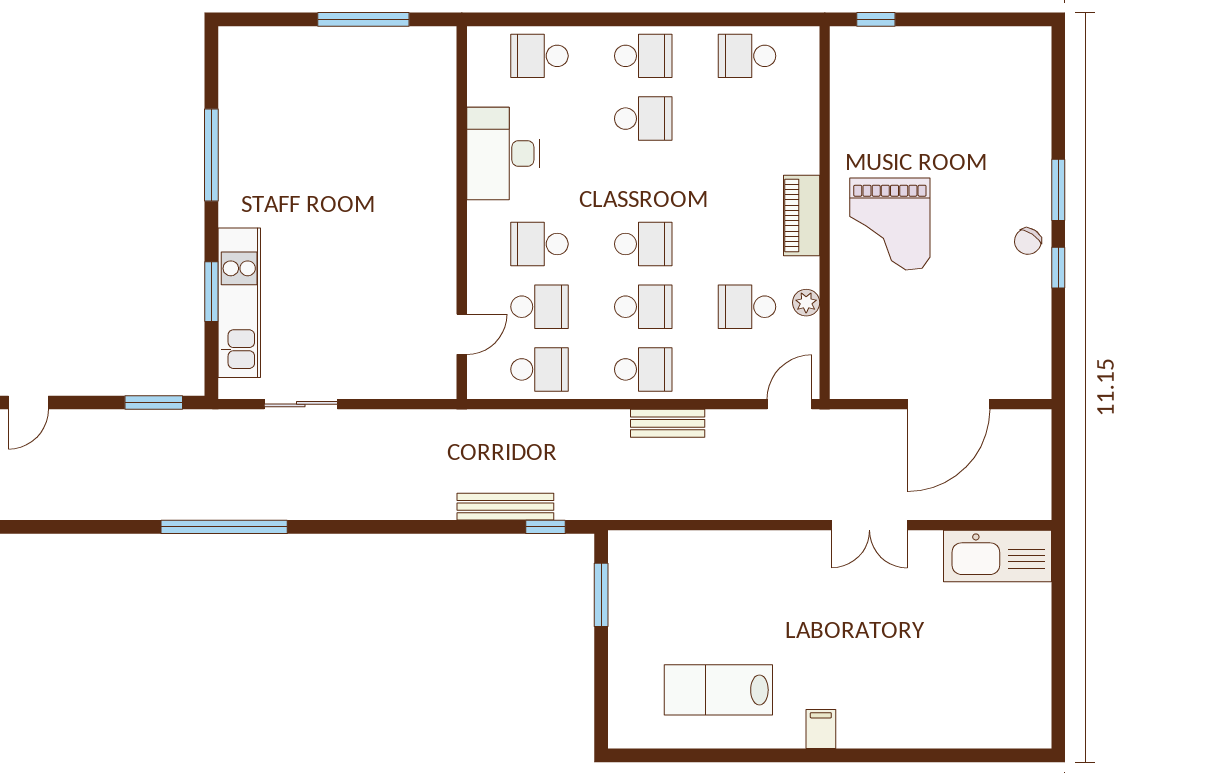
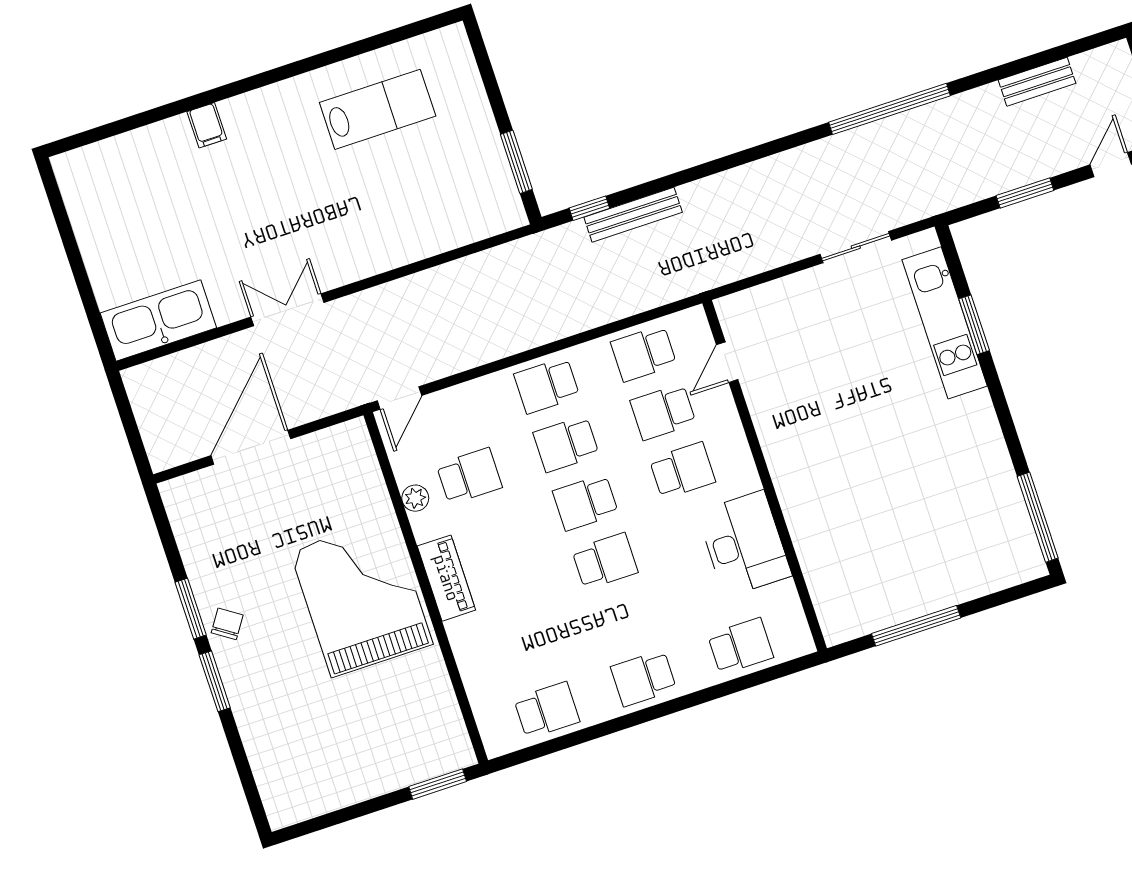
window: (876, 19) -> (438, 784), width x1.50
school desk: (643, 119) -> (605, 561), moved, turned 180
window: (211, 155) -> (1038, 517), moved
grand piano: (890, 224) -> (361, 597), width x1.37, depth x1.48
window: (1058, 268) -> (191, 609), width x1.50
window: (154, 403) -> (1025, 193), moved
bench: (668, 423) -> (1037, 82), moved
filing cabinet: (821, 729) -> (207, 125), moved

